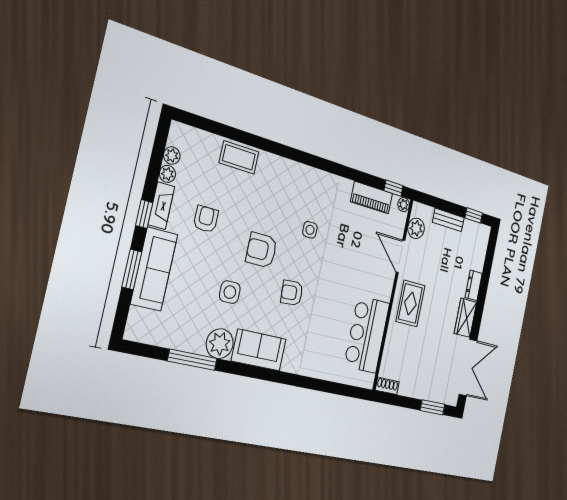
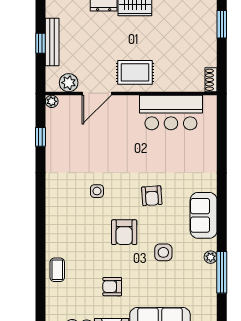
coffee table: (239, 157) -> (57, 270), width x0.73, depth x0.77
window: (393, 188) -> (41, 137), moved
piano: (372, 198) -> (55, 137), removed
window: (474, 215) -> (41, 43), moved
bench: (448, 220) -> (52, 42), width x1.36
plant: (220, 344) -> (211, 257), width x0.53, depth x0.53

